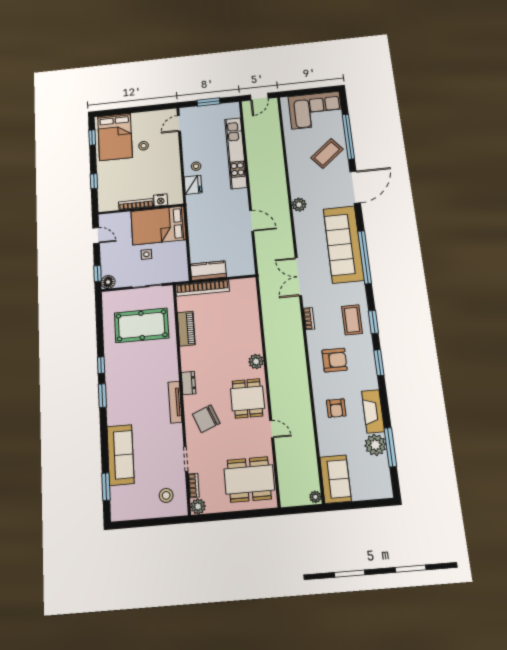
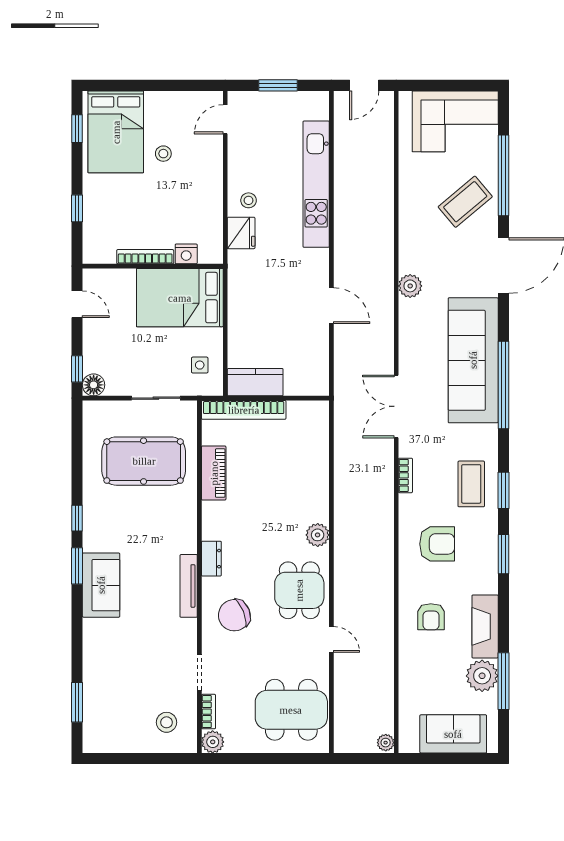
side table: (146, 254) -> (200, 365), moved
sofa: (120, 455) -> (101, 585), moved, width x0.73
sofa: (335, 479) -> (453, 734), moved, turned -90

